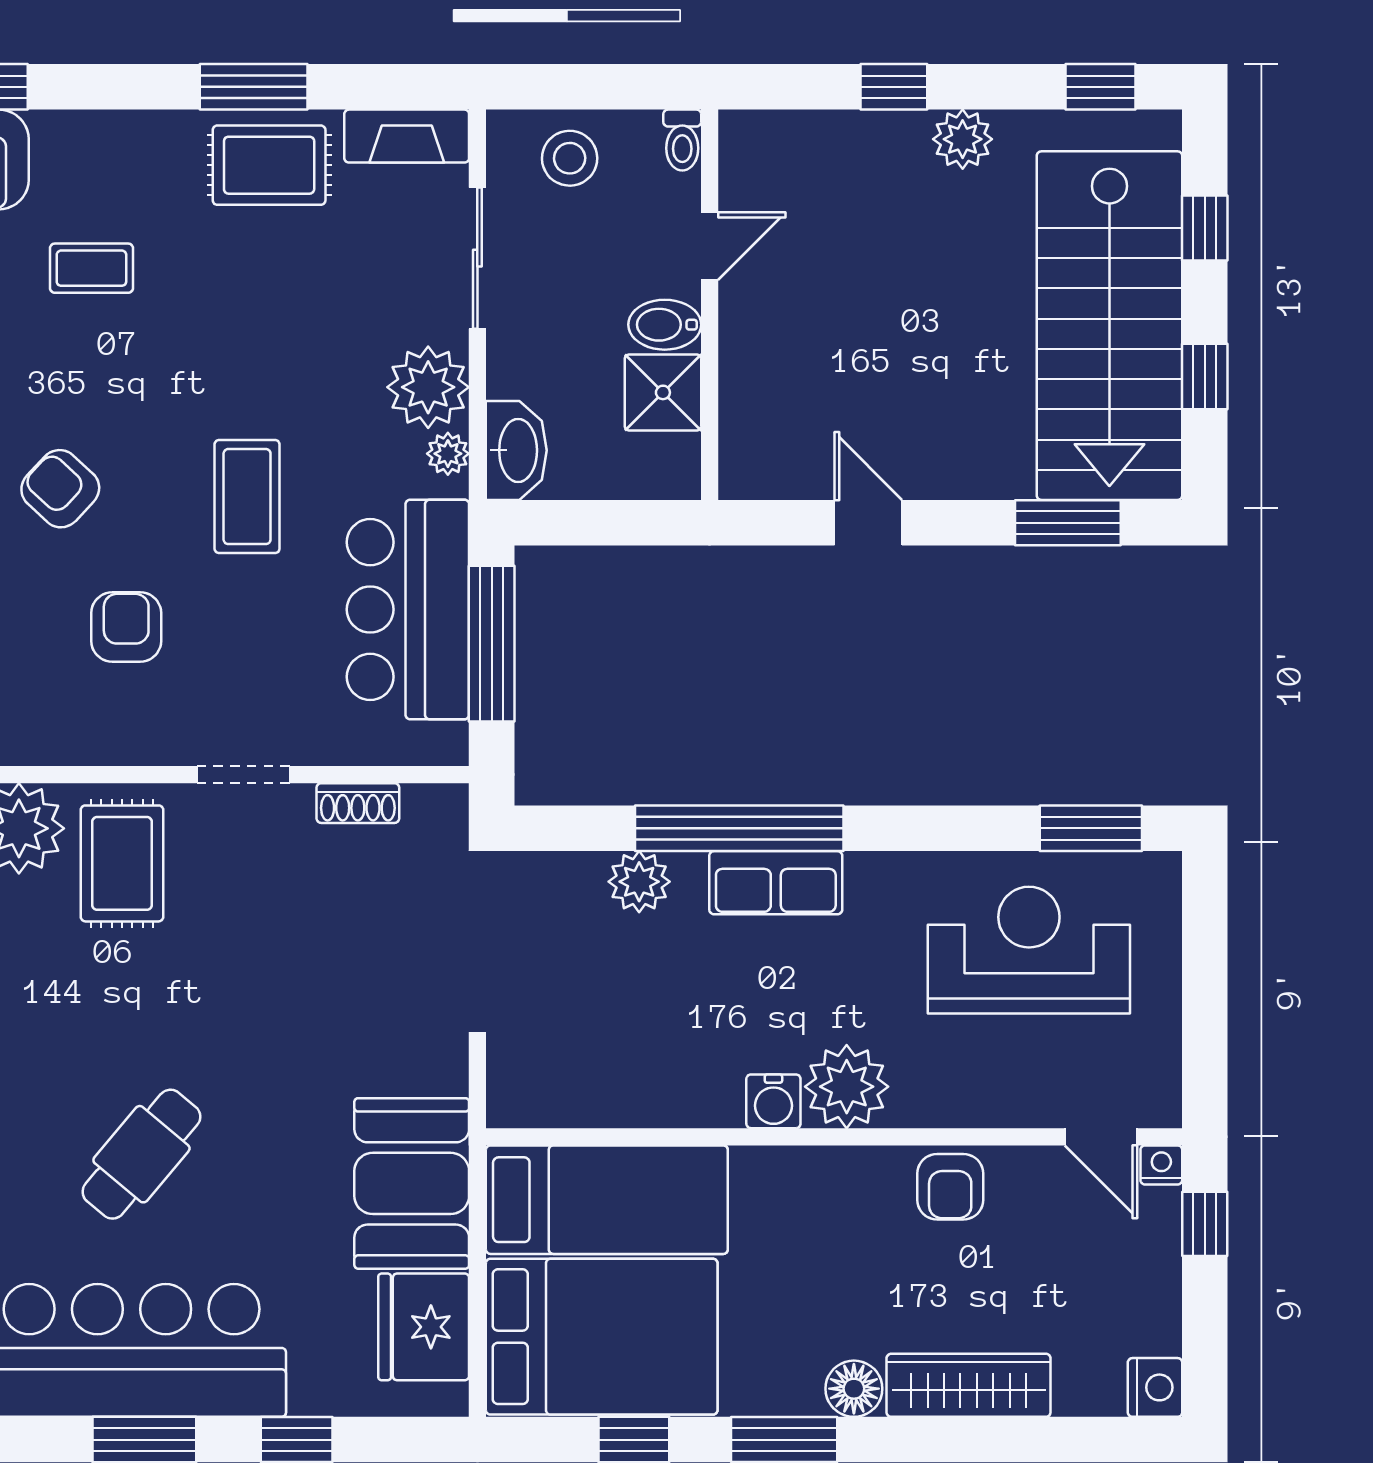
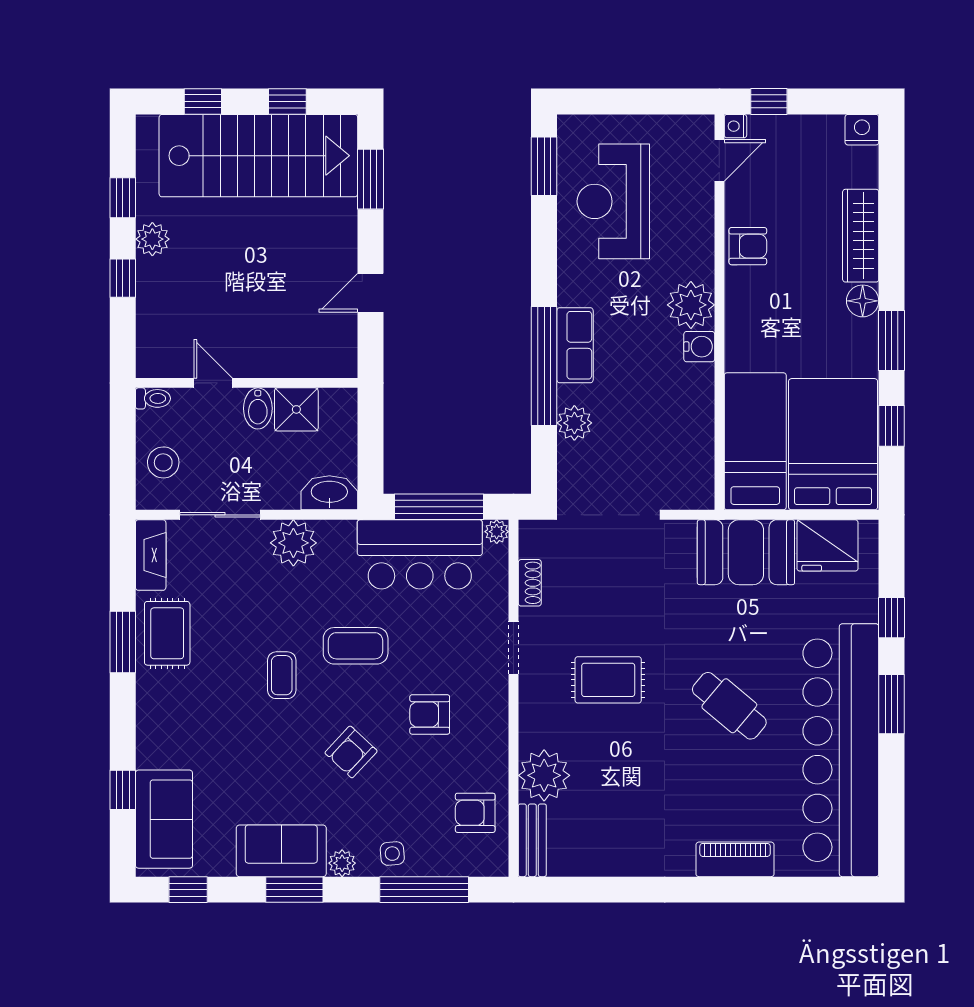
window: (1100, 87) -> (123, 198), moved
coffee table: (91, 268) -> (282, 675), moved
plant: (448, 454) -> (497, 532), moved
rug: (122, 863) -> (608, 680), moved

